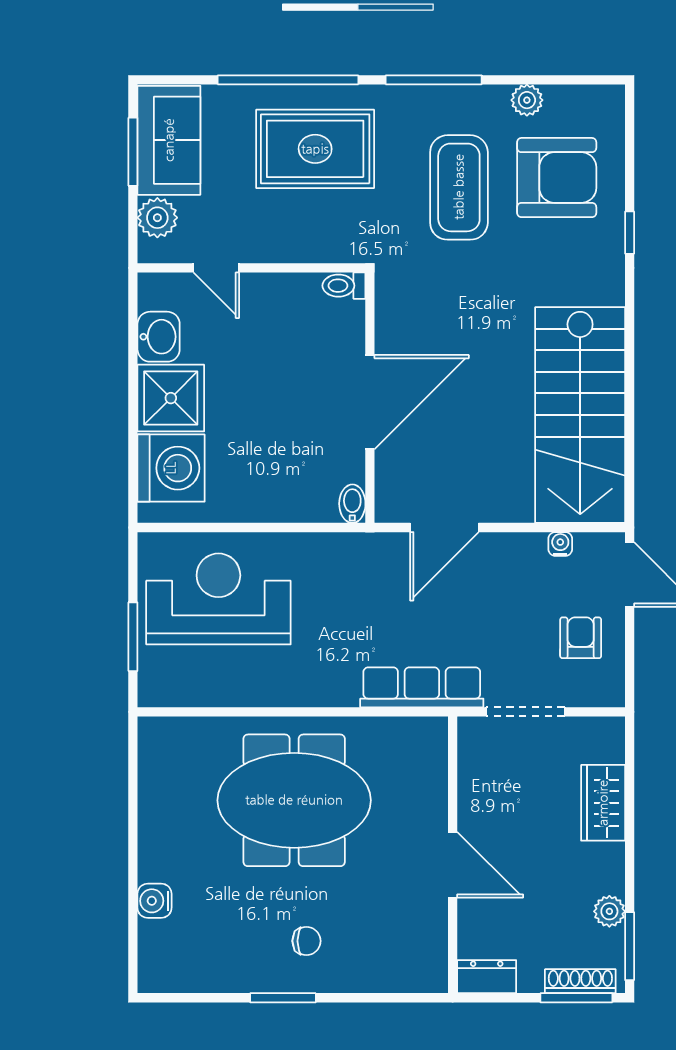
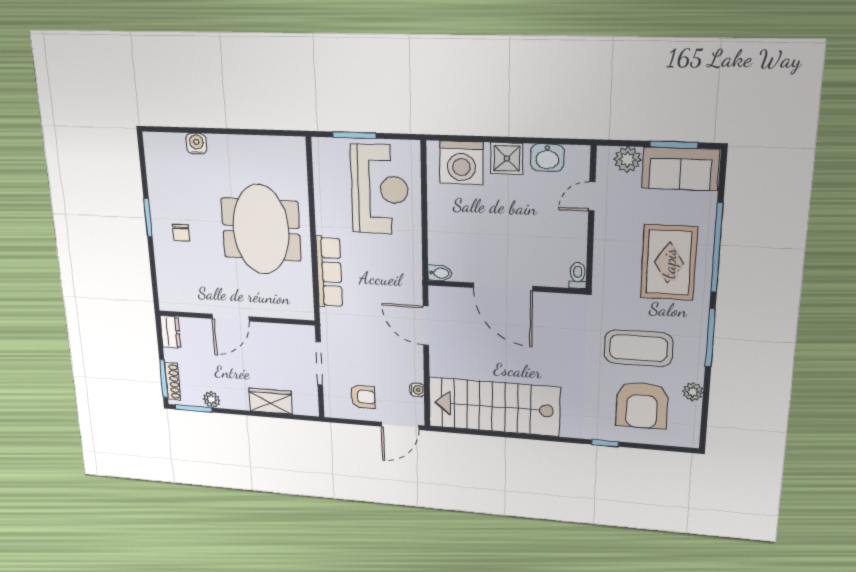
shower: (171, 398) -> (507, 158), width x0.73, depth x0.73
row of seats: (422, 687) -> (329, 272), moved

